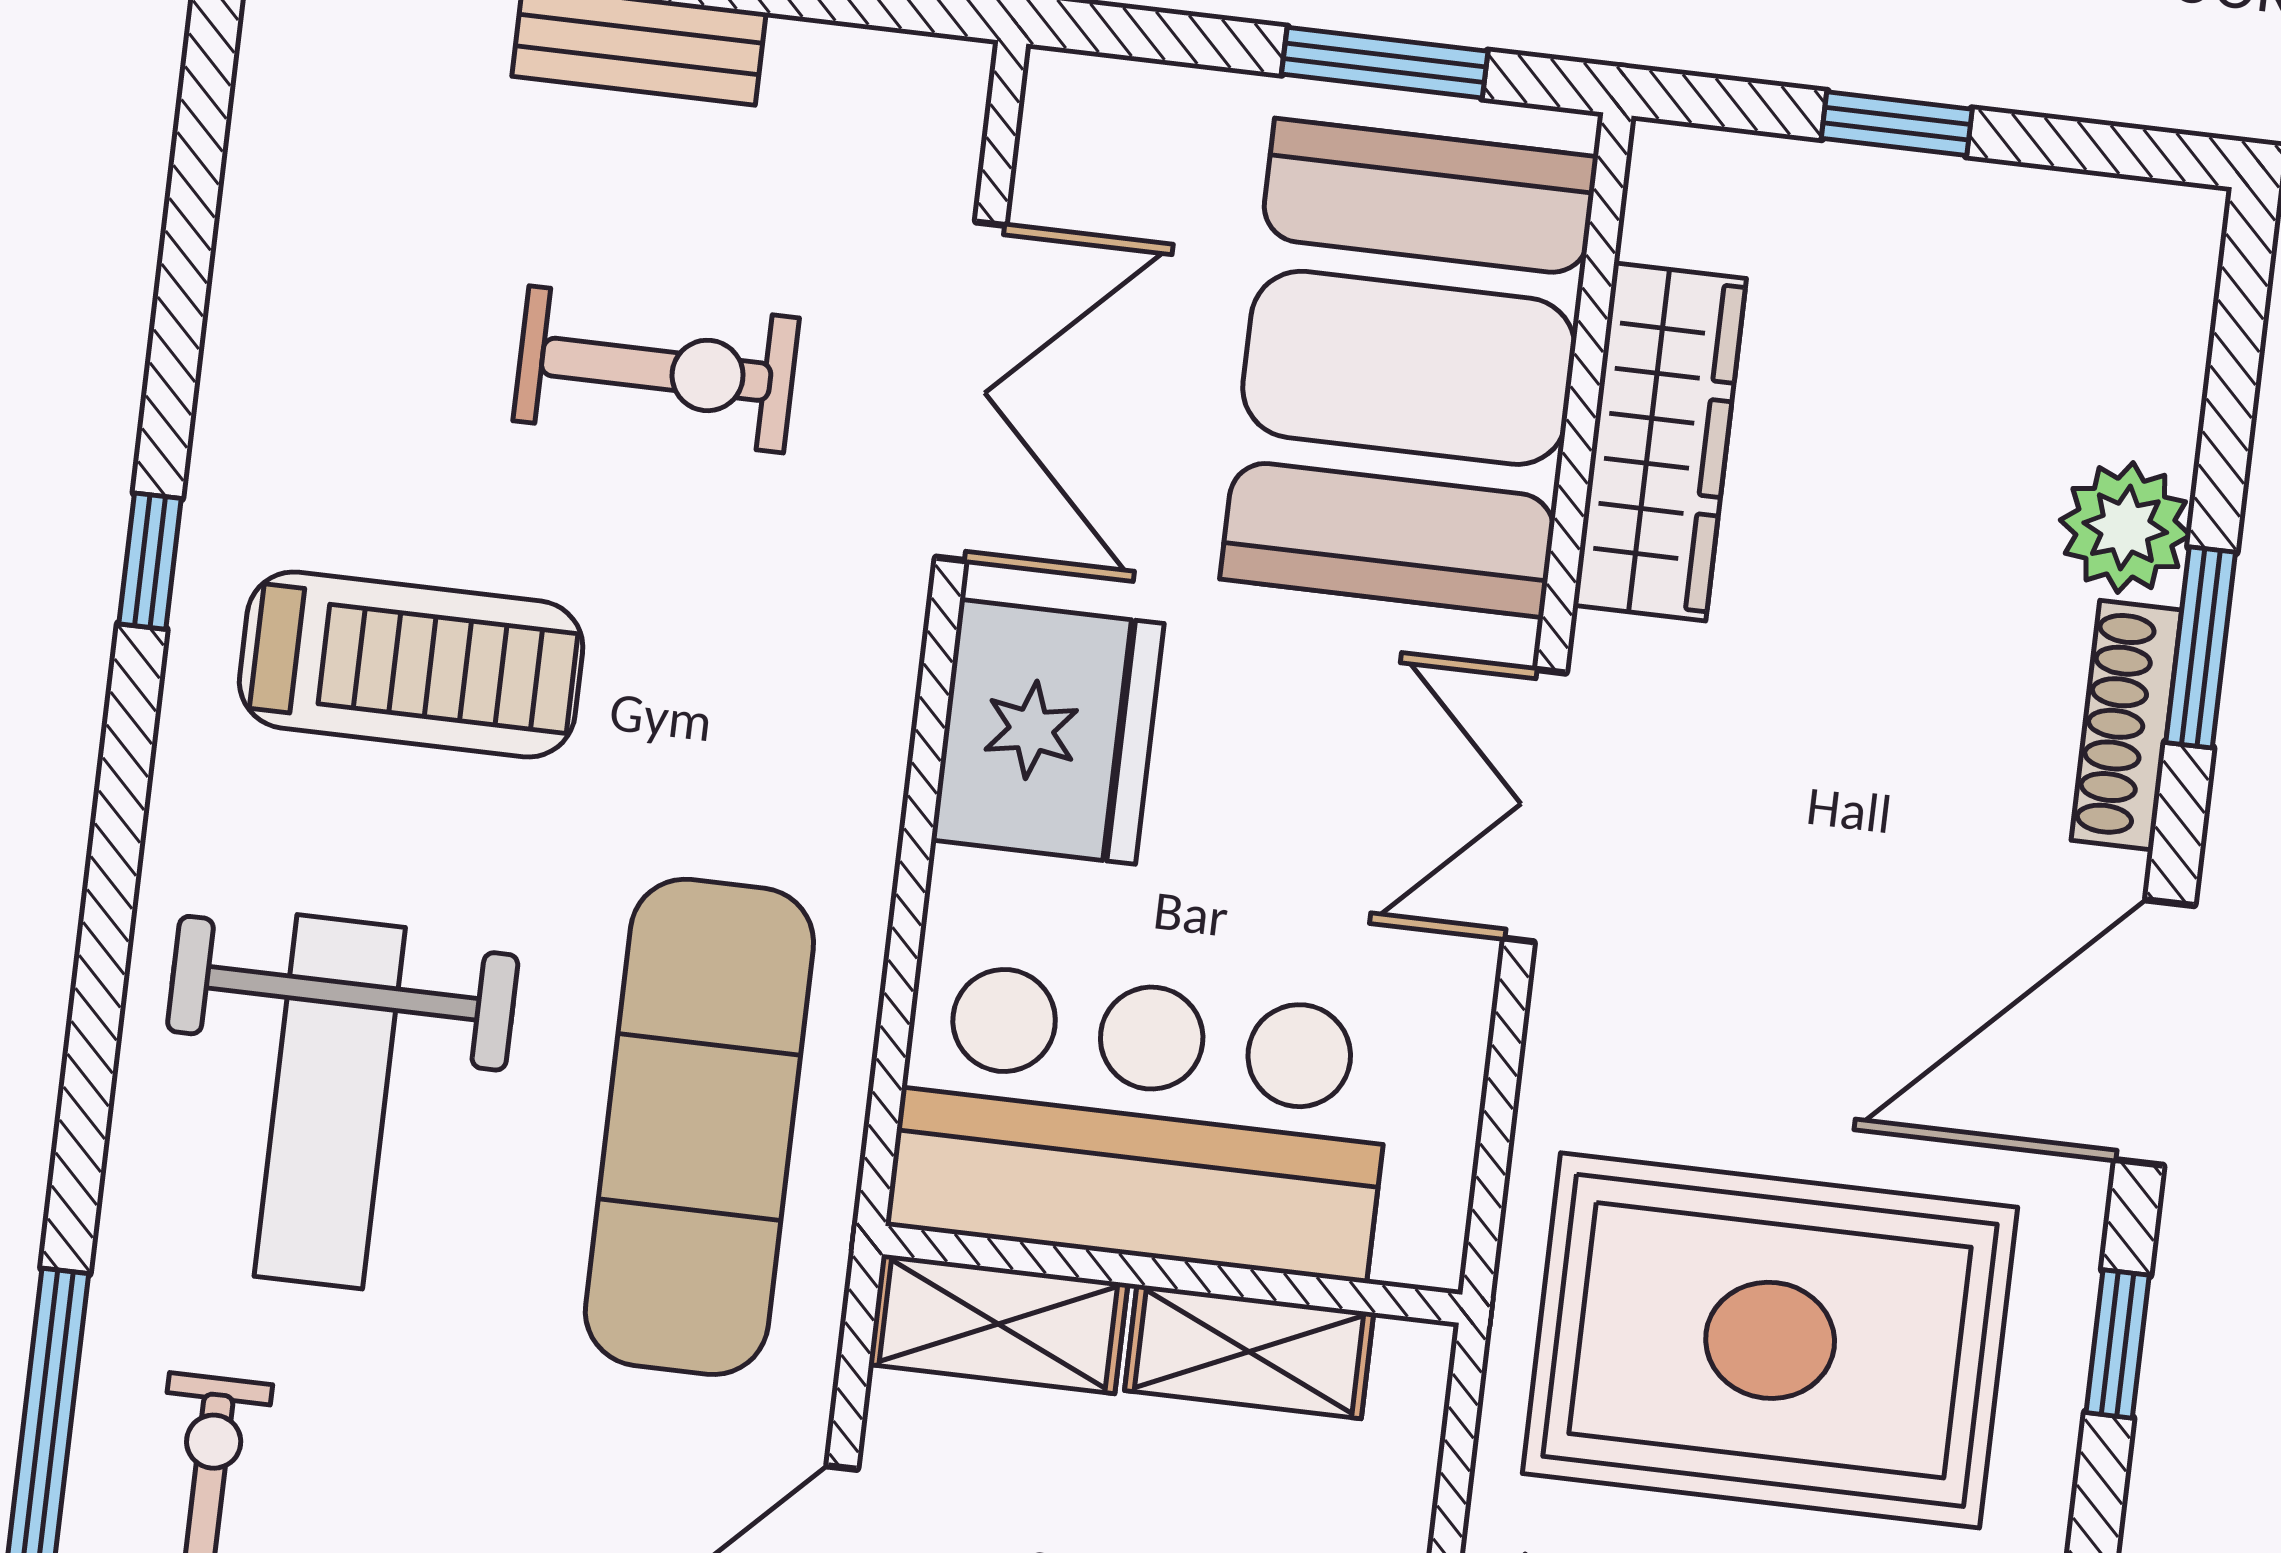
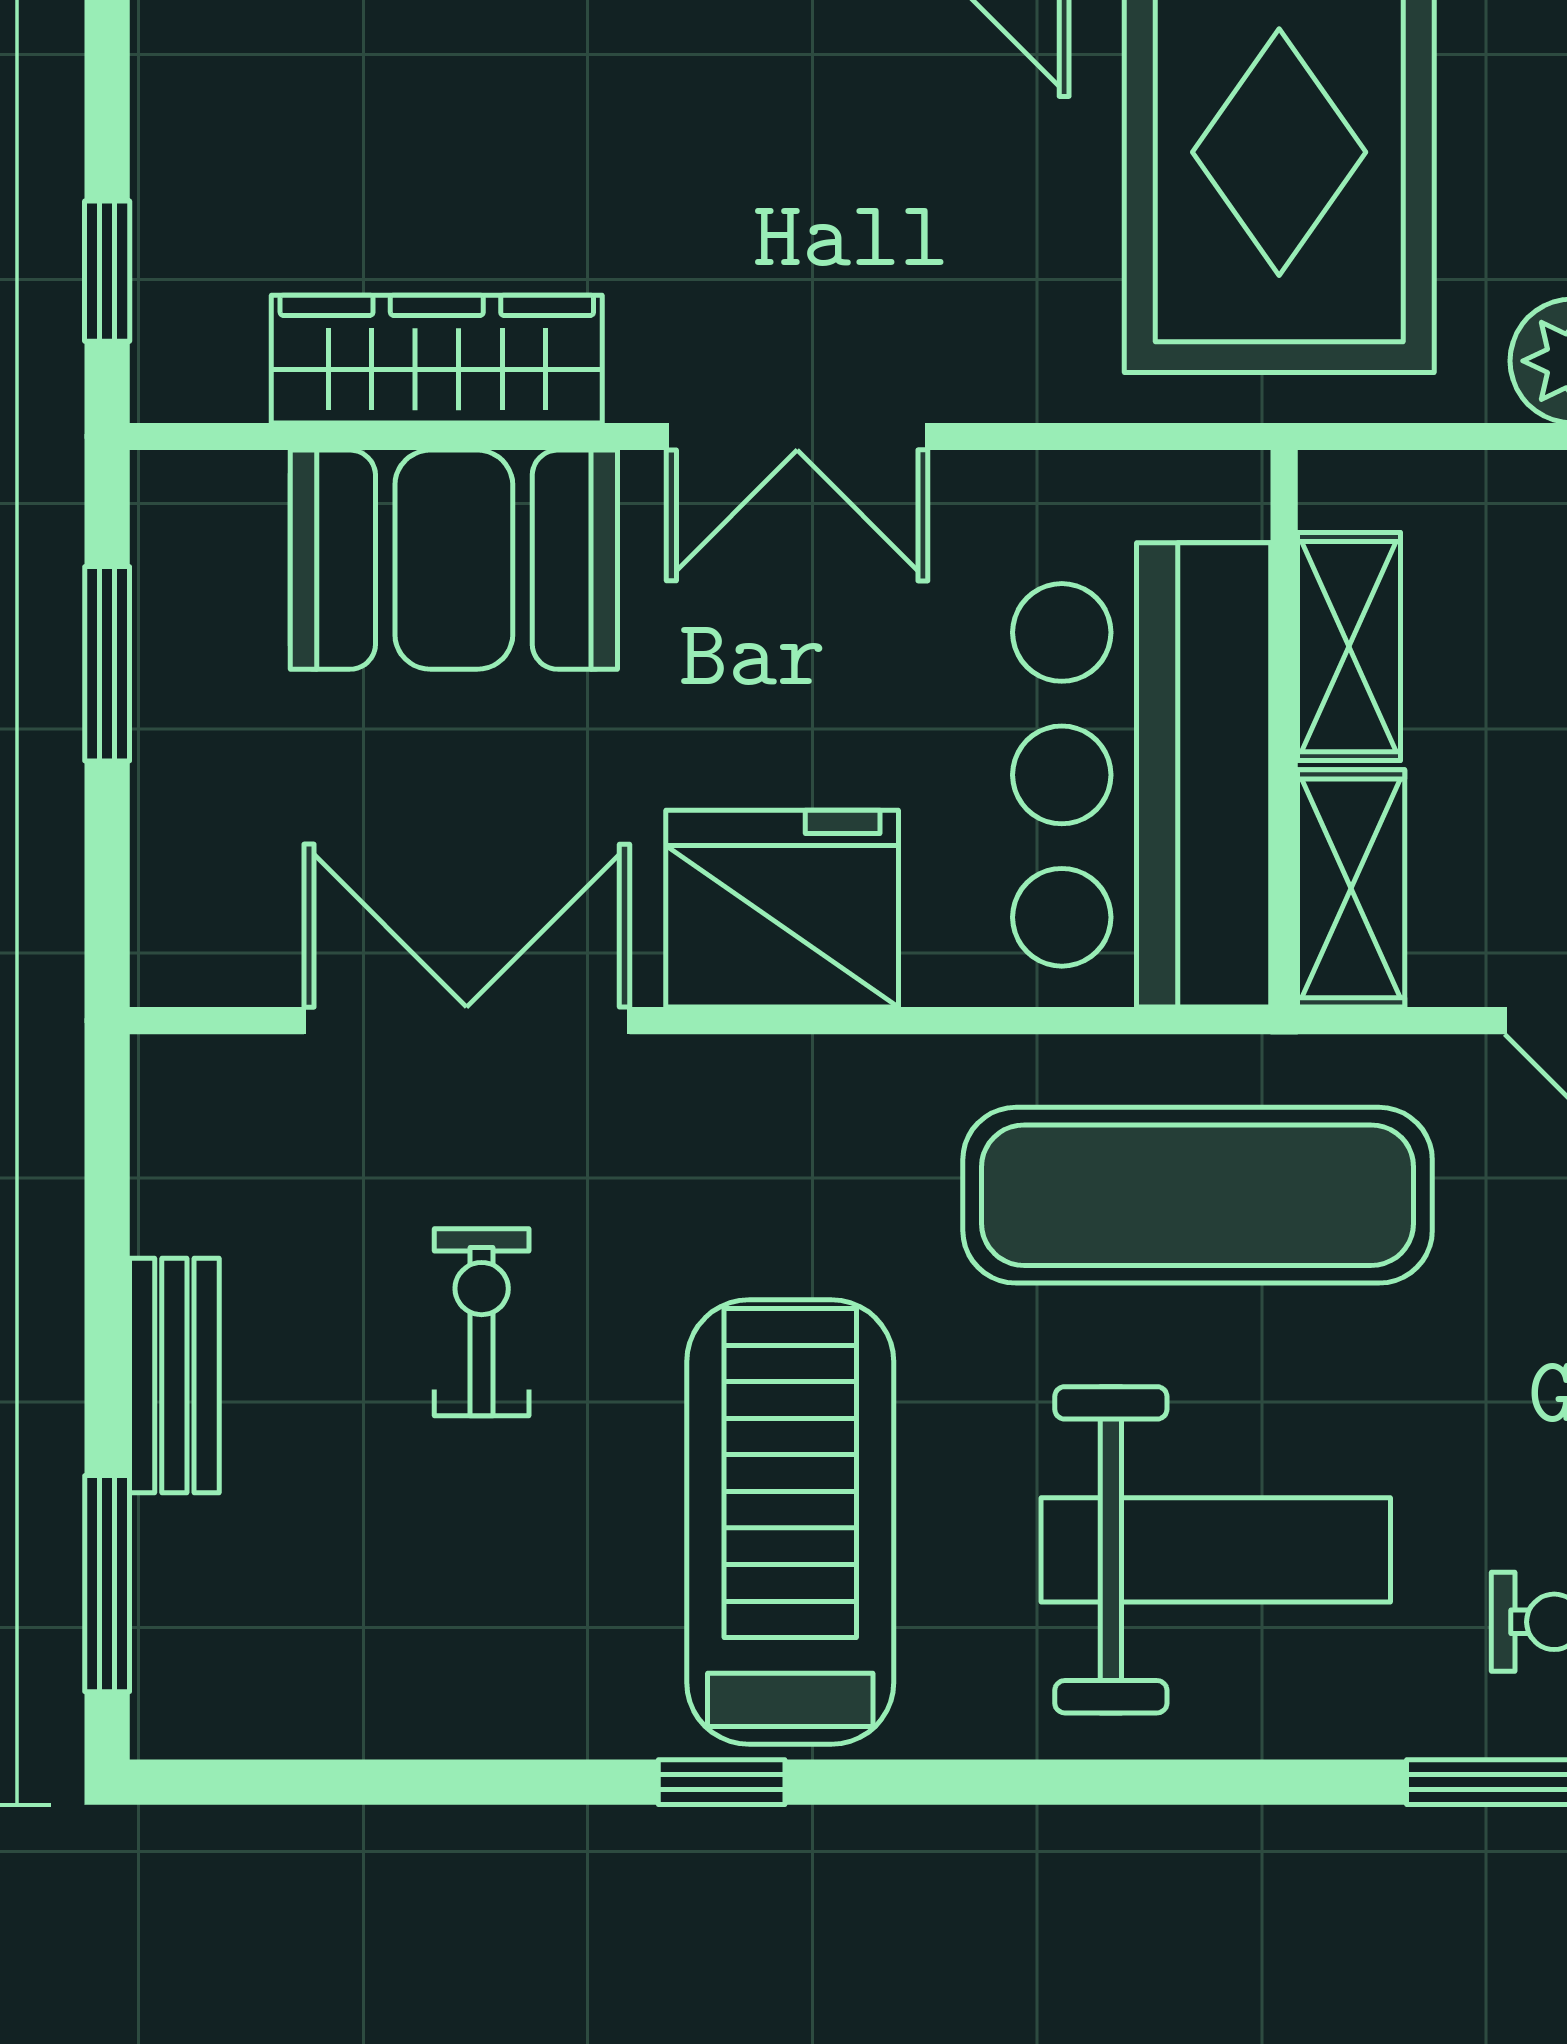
window: (1897, 124) -> (107, 271), moved
booth: (1409, 368) -> (454, 560), width x0.73, depth x0.70
exercise bike: (656, 369) -> (482, 1322), width x0.73, depth x0.72
treadmill: (411, 664) -> (790, 1522), width x1.37, depth x1.38

